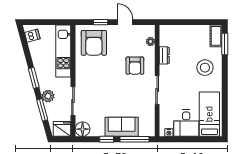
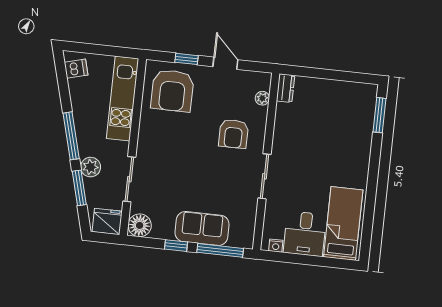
cot: (216, 36) -> (367, 101), removed
dresser: (164, 55) -> (286, 88), moved
stool: (205, 68) -> (344, 149), removed
window: (34, 78) -> (71, 136), width x1.44

